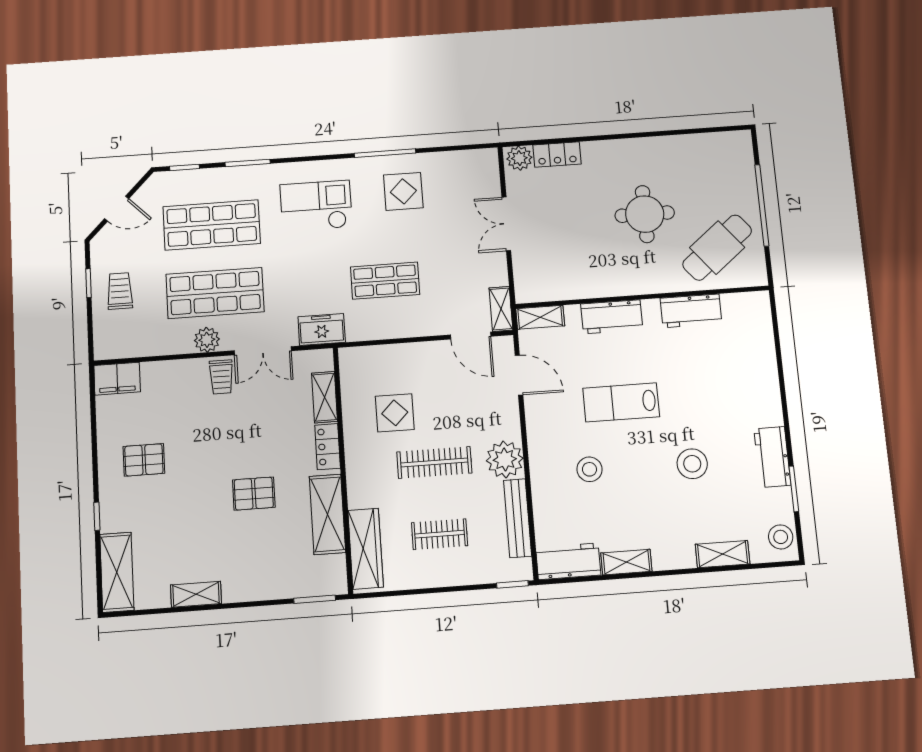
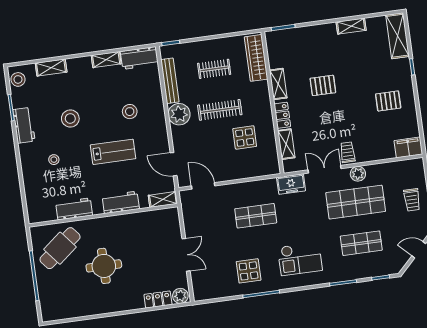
shop shelf: (212, 225) -> (361, 243), width x0.70, depth x0.74
shelving: (501, 309) -> (186, 203), removed
stool: (723, 395) -> (54, 160), added
shelving: (327, 514) -> (278, 84), width x0.67, depth x0.75

